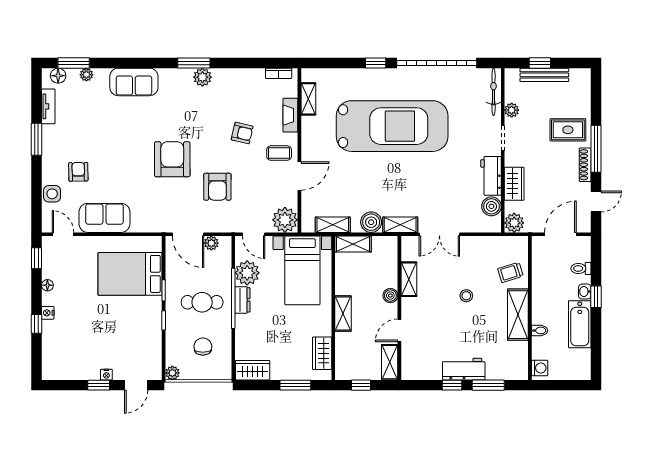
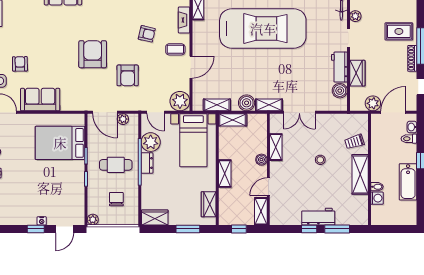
plant: (514, 223) -> (373, 103), moved
washbasin: (585, 292) -> (412, 127), moved
washing machine: (540, 368) -> (377, 198), moved

